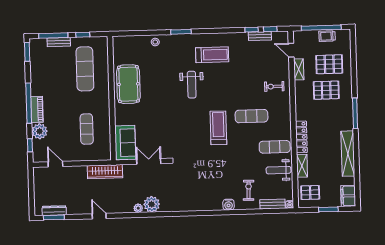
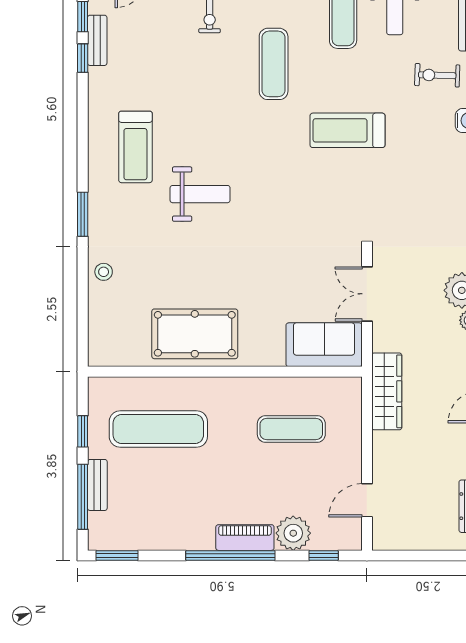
treadmill: (212, 55) -> (135, 147), turned 180
treadmill: (218, 128) -> (347, 130), moved

